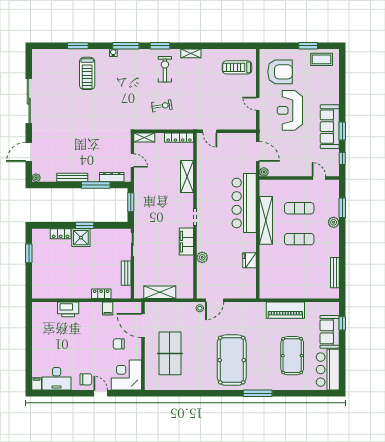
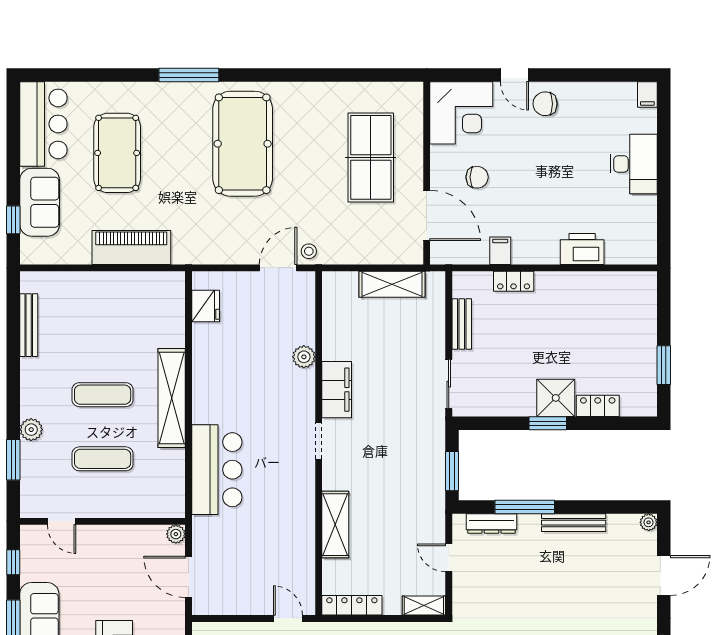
bar counter: (244, 203) -> (217, 470), width x0.73
shelving: (266, 220) -> (172, 398), moved
fridge: (250, 260) -> (206, 306), moved
desk: (57, 379) -> (634, 164), moved, turned 90

